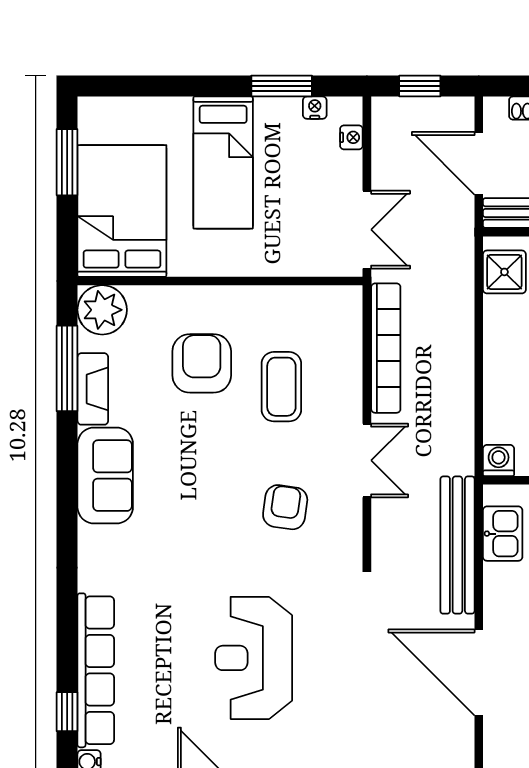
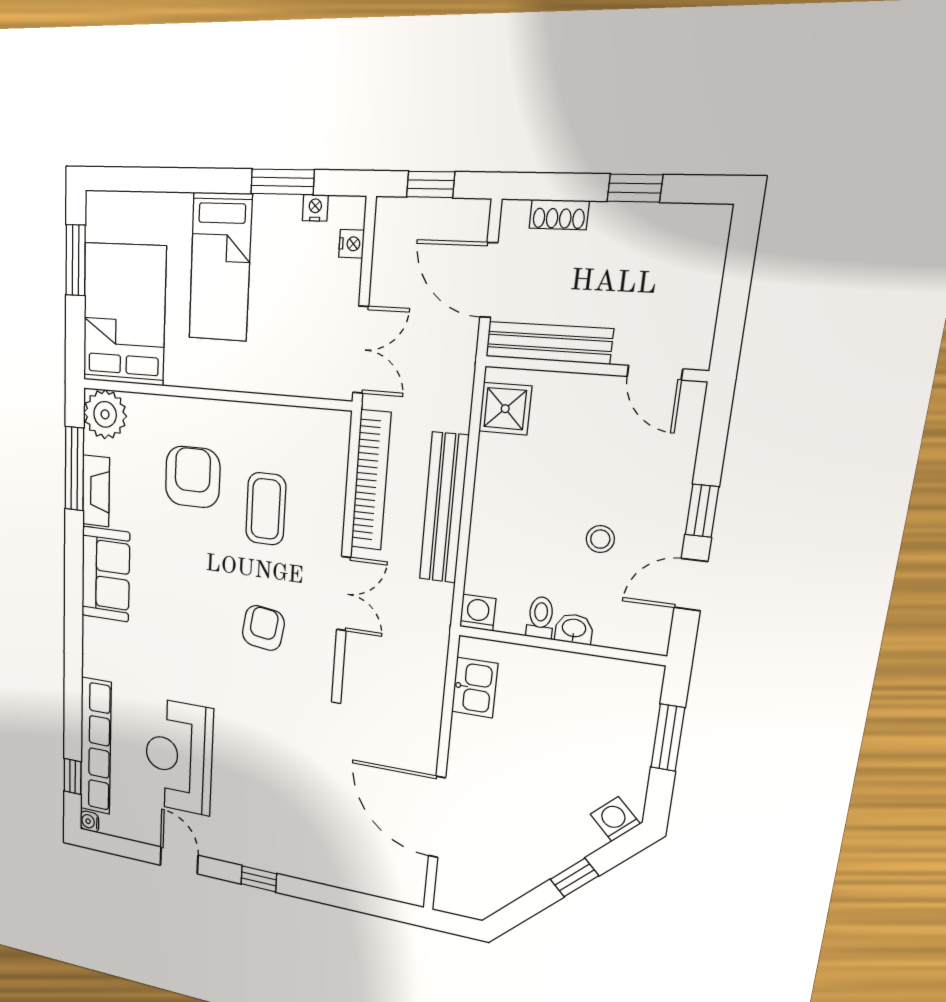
bench: (457, 545) -> (444, 508), moved
reception desk: (254, 658) -> (179, 757), moved

